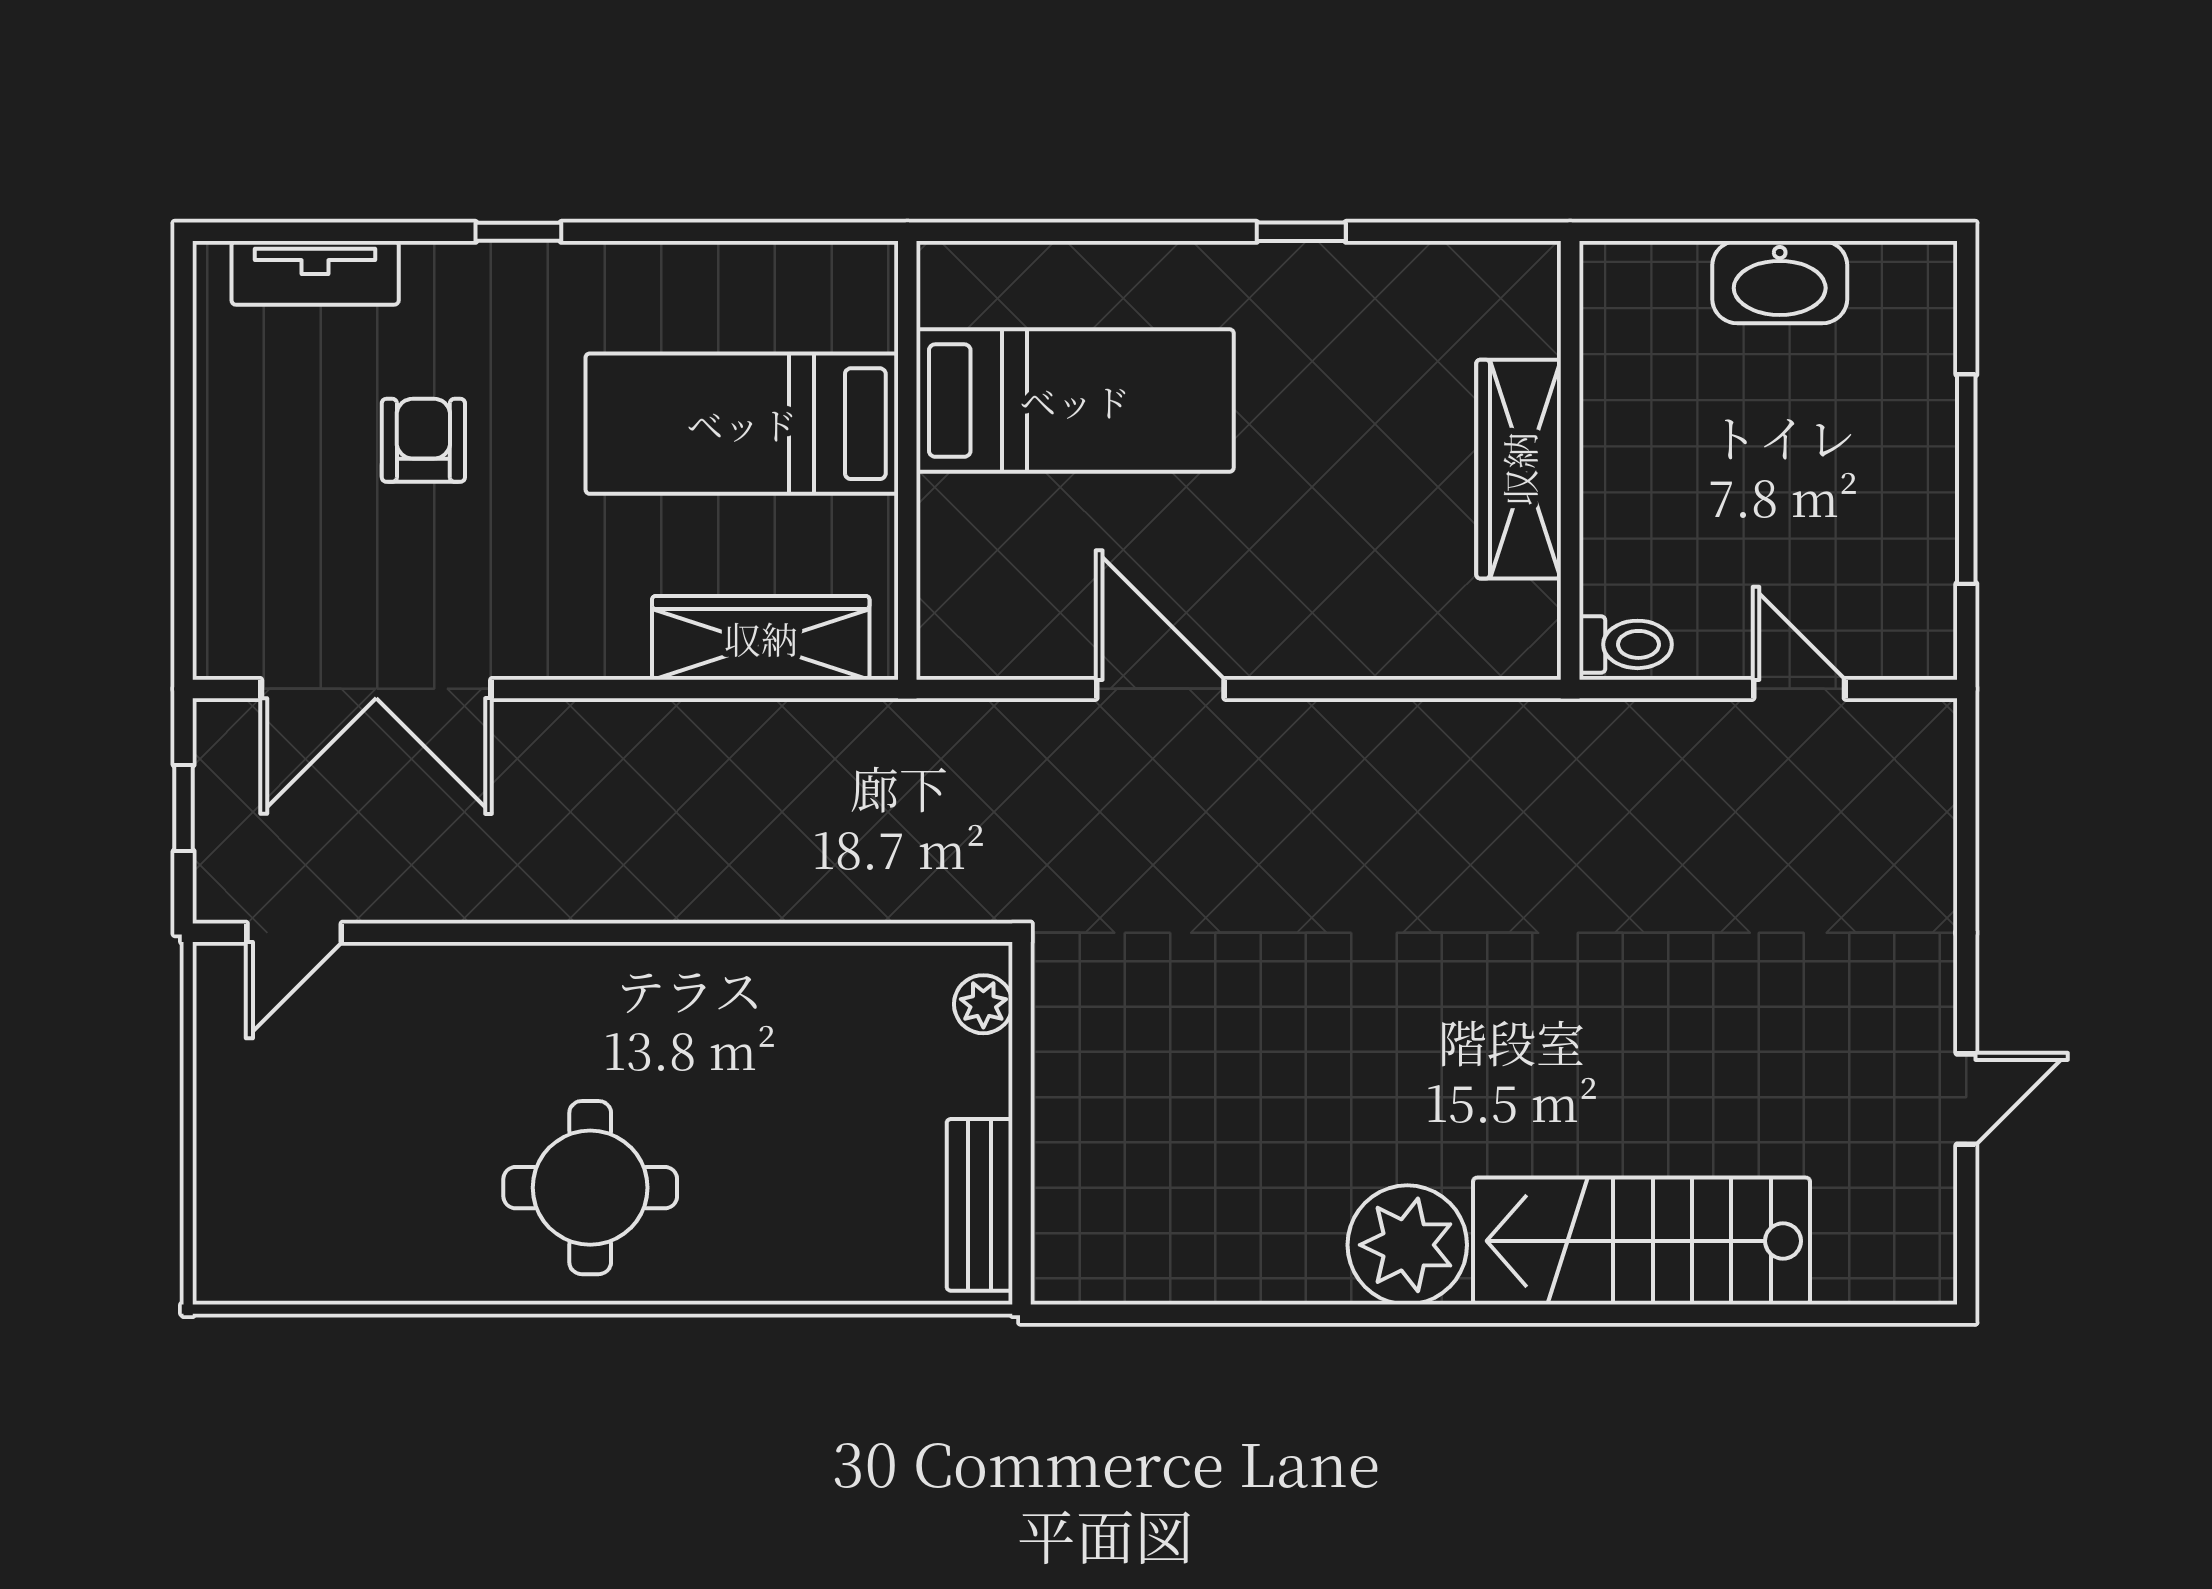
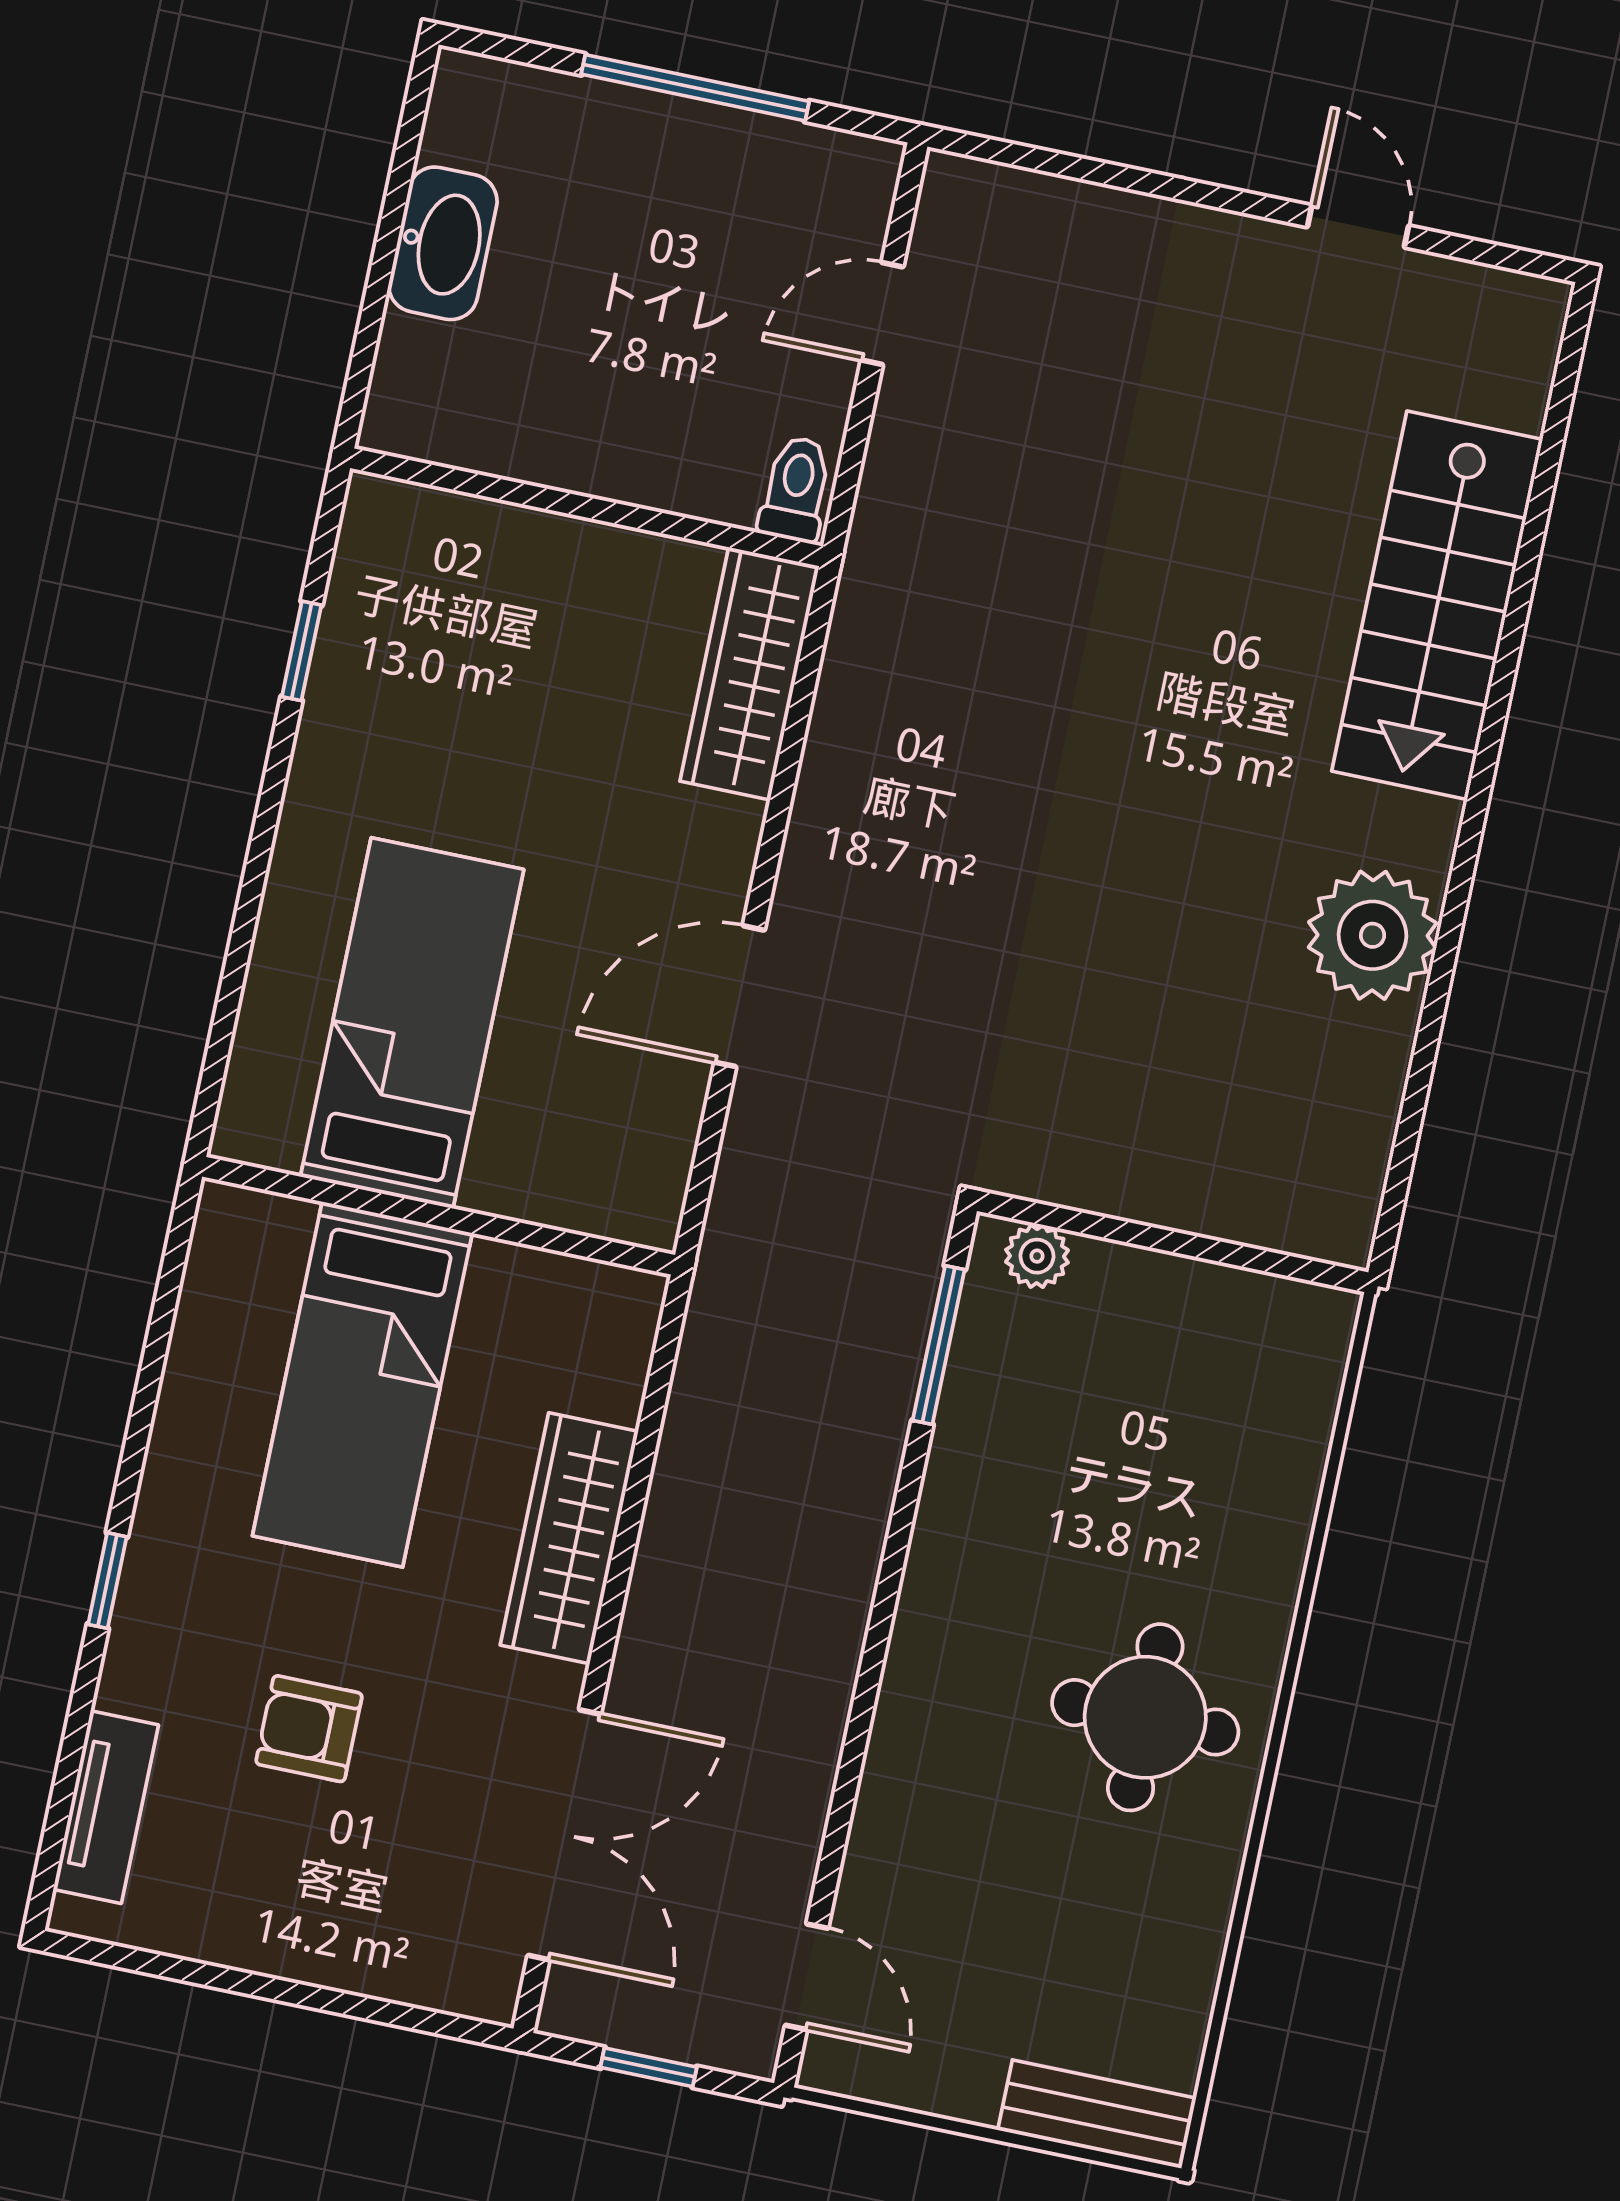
window: (1301, 232) -> (302, 651), moved
wardrobe: (1519, 469) -> (749, 674), moved, turned 90
wardrobe: (761, 638) -> (569, 1538), moved
window: (885, 933) -> (939, 1345), added
bench: (980, 1205) -> (1097, 2114), moved
plant: (1407, 1245) -> (1373, 935), moved

